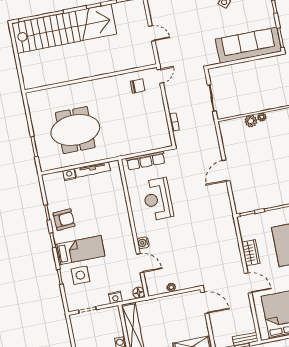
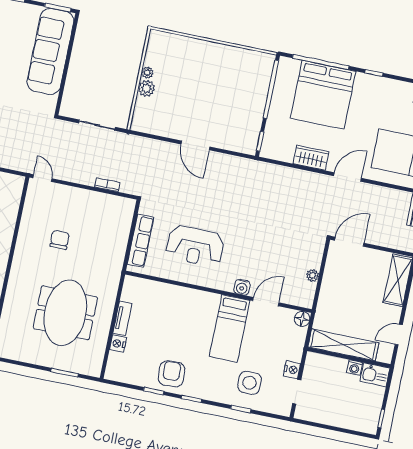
chair: (138, 86) -> (60, 240), moved
tv unit: (93, 169) -> (122, 318), width x0.71
bed: (80, 250) -> (230, 329), moved, turned 180
nightstand: (115, 297) -> (292, 370), moved

